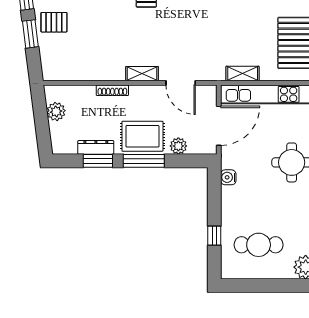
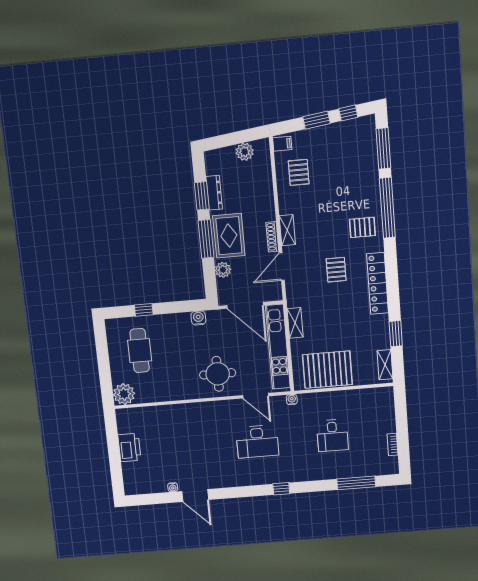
pallet: (54, 22) -> (299, 172), moved
pallet: (189, 25) -> (336, 270), added
filing cabinet: (51, 71) -> (282, 144), added
shoe rack: (112, 90) -> (272, 237), moved

